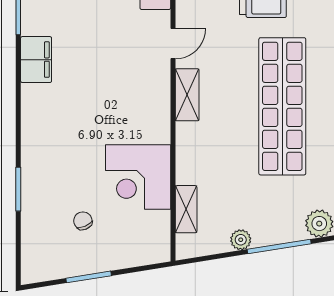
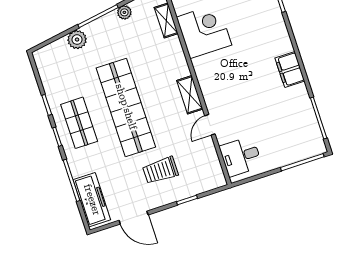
filing cabinet: (36, 60) -> (290, 70), moved

